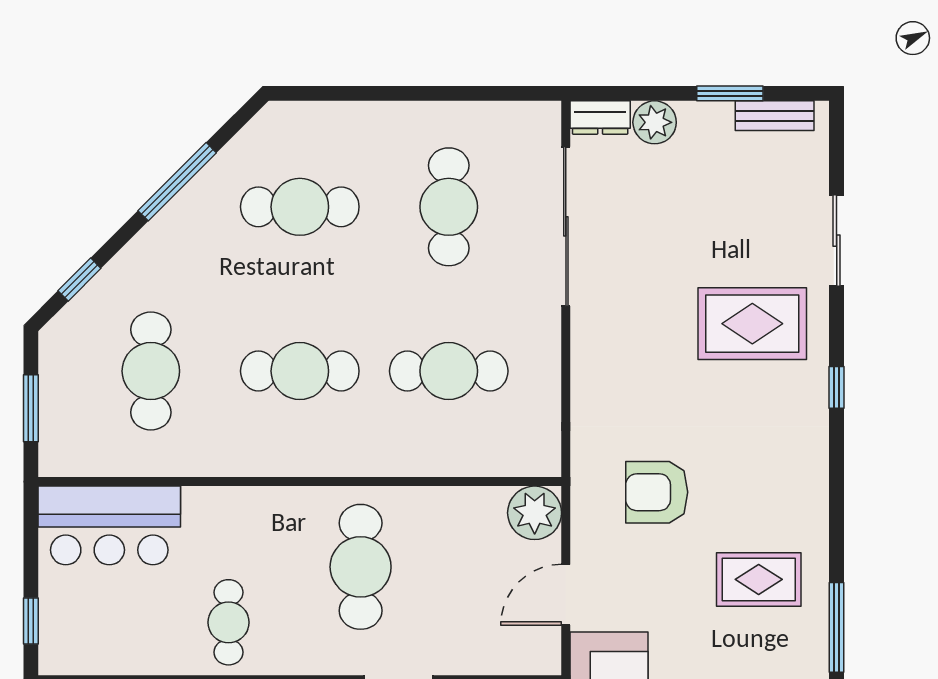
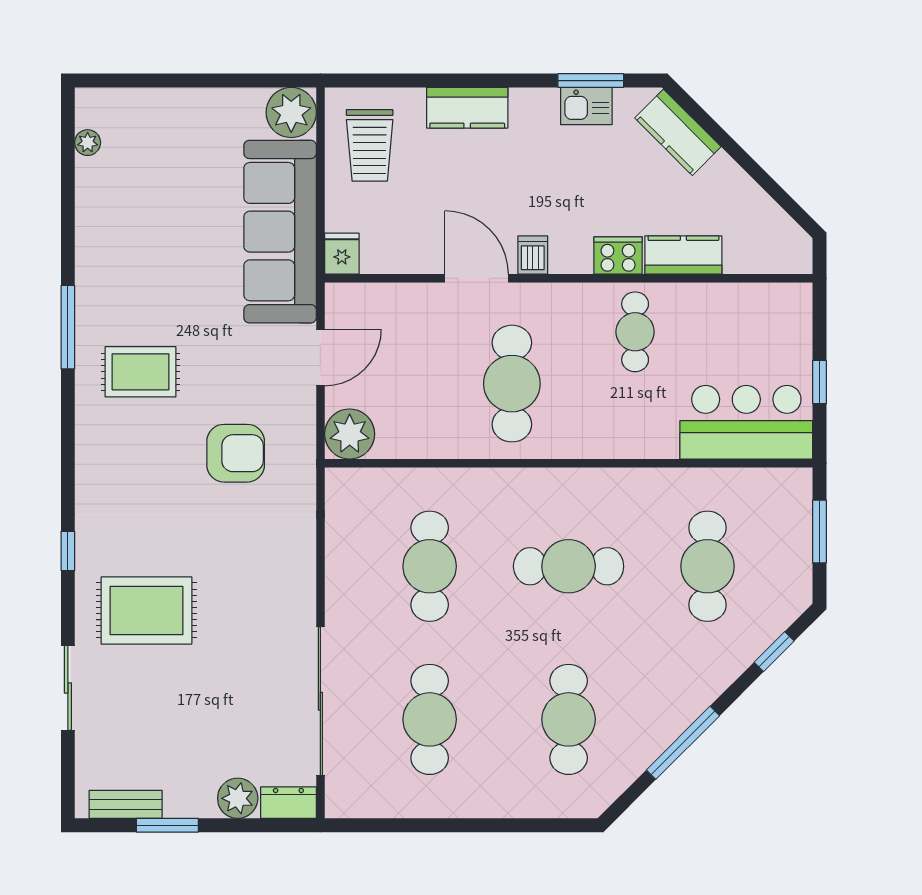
cafe table: (300, 207) -> (569, 719), turned 90
cafe table: (449, 371) -> (430, 566), turned 90
window: (31, 621) -> (819, 382), moved

